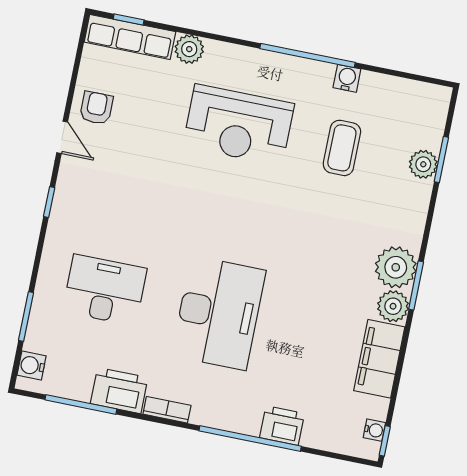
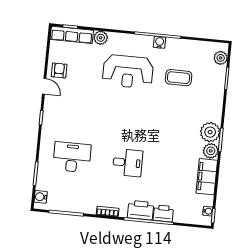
water cooler: (347, 78) -> (160, 42), moved
coffee table: (342, 148) -> (179, 78), turned 90
plant: (423, 164) -> (221, 58), moved
desk: (219, 313) -> (128, 163), width x0.53, depth x0.77
printer: (119, 391) -> (141, 210), moved

